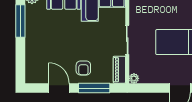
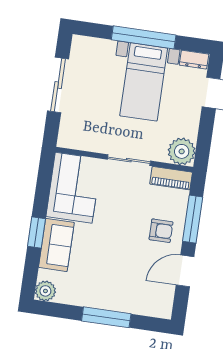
window: (20, 21) -> (106, 317), moved
plant: (134, 78) -> (182, 151), width x1.88, depth x1.88

